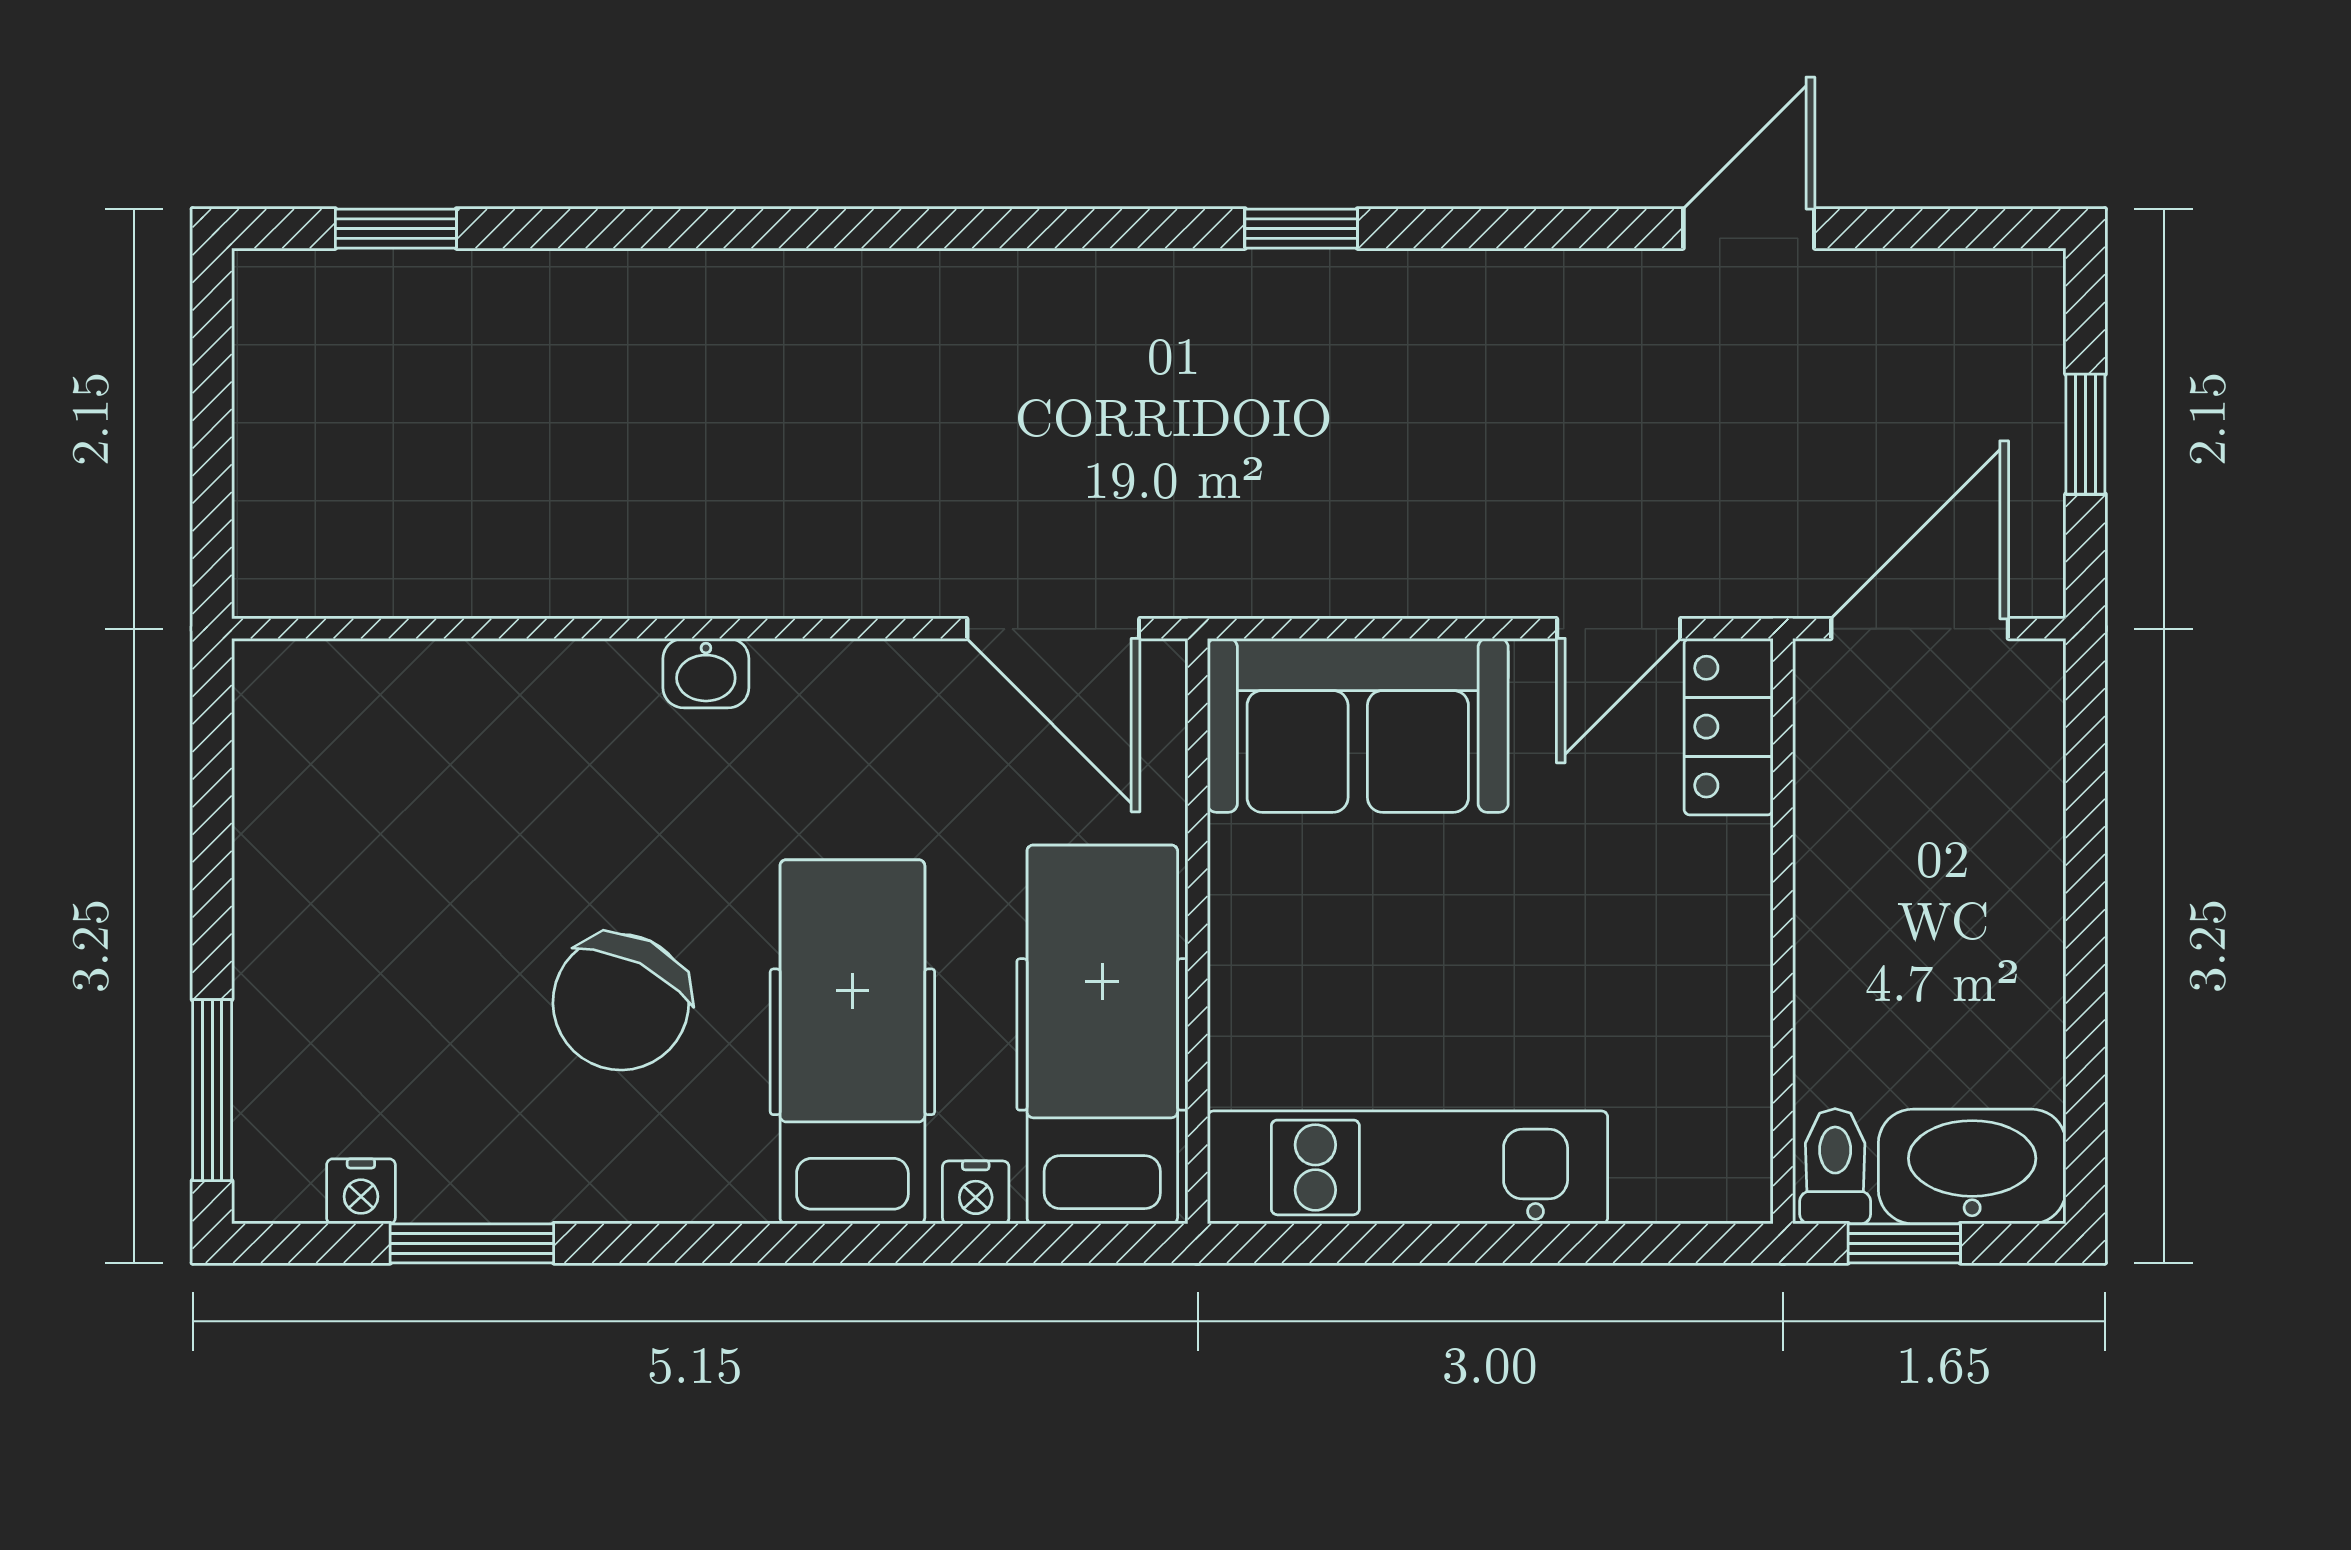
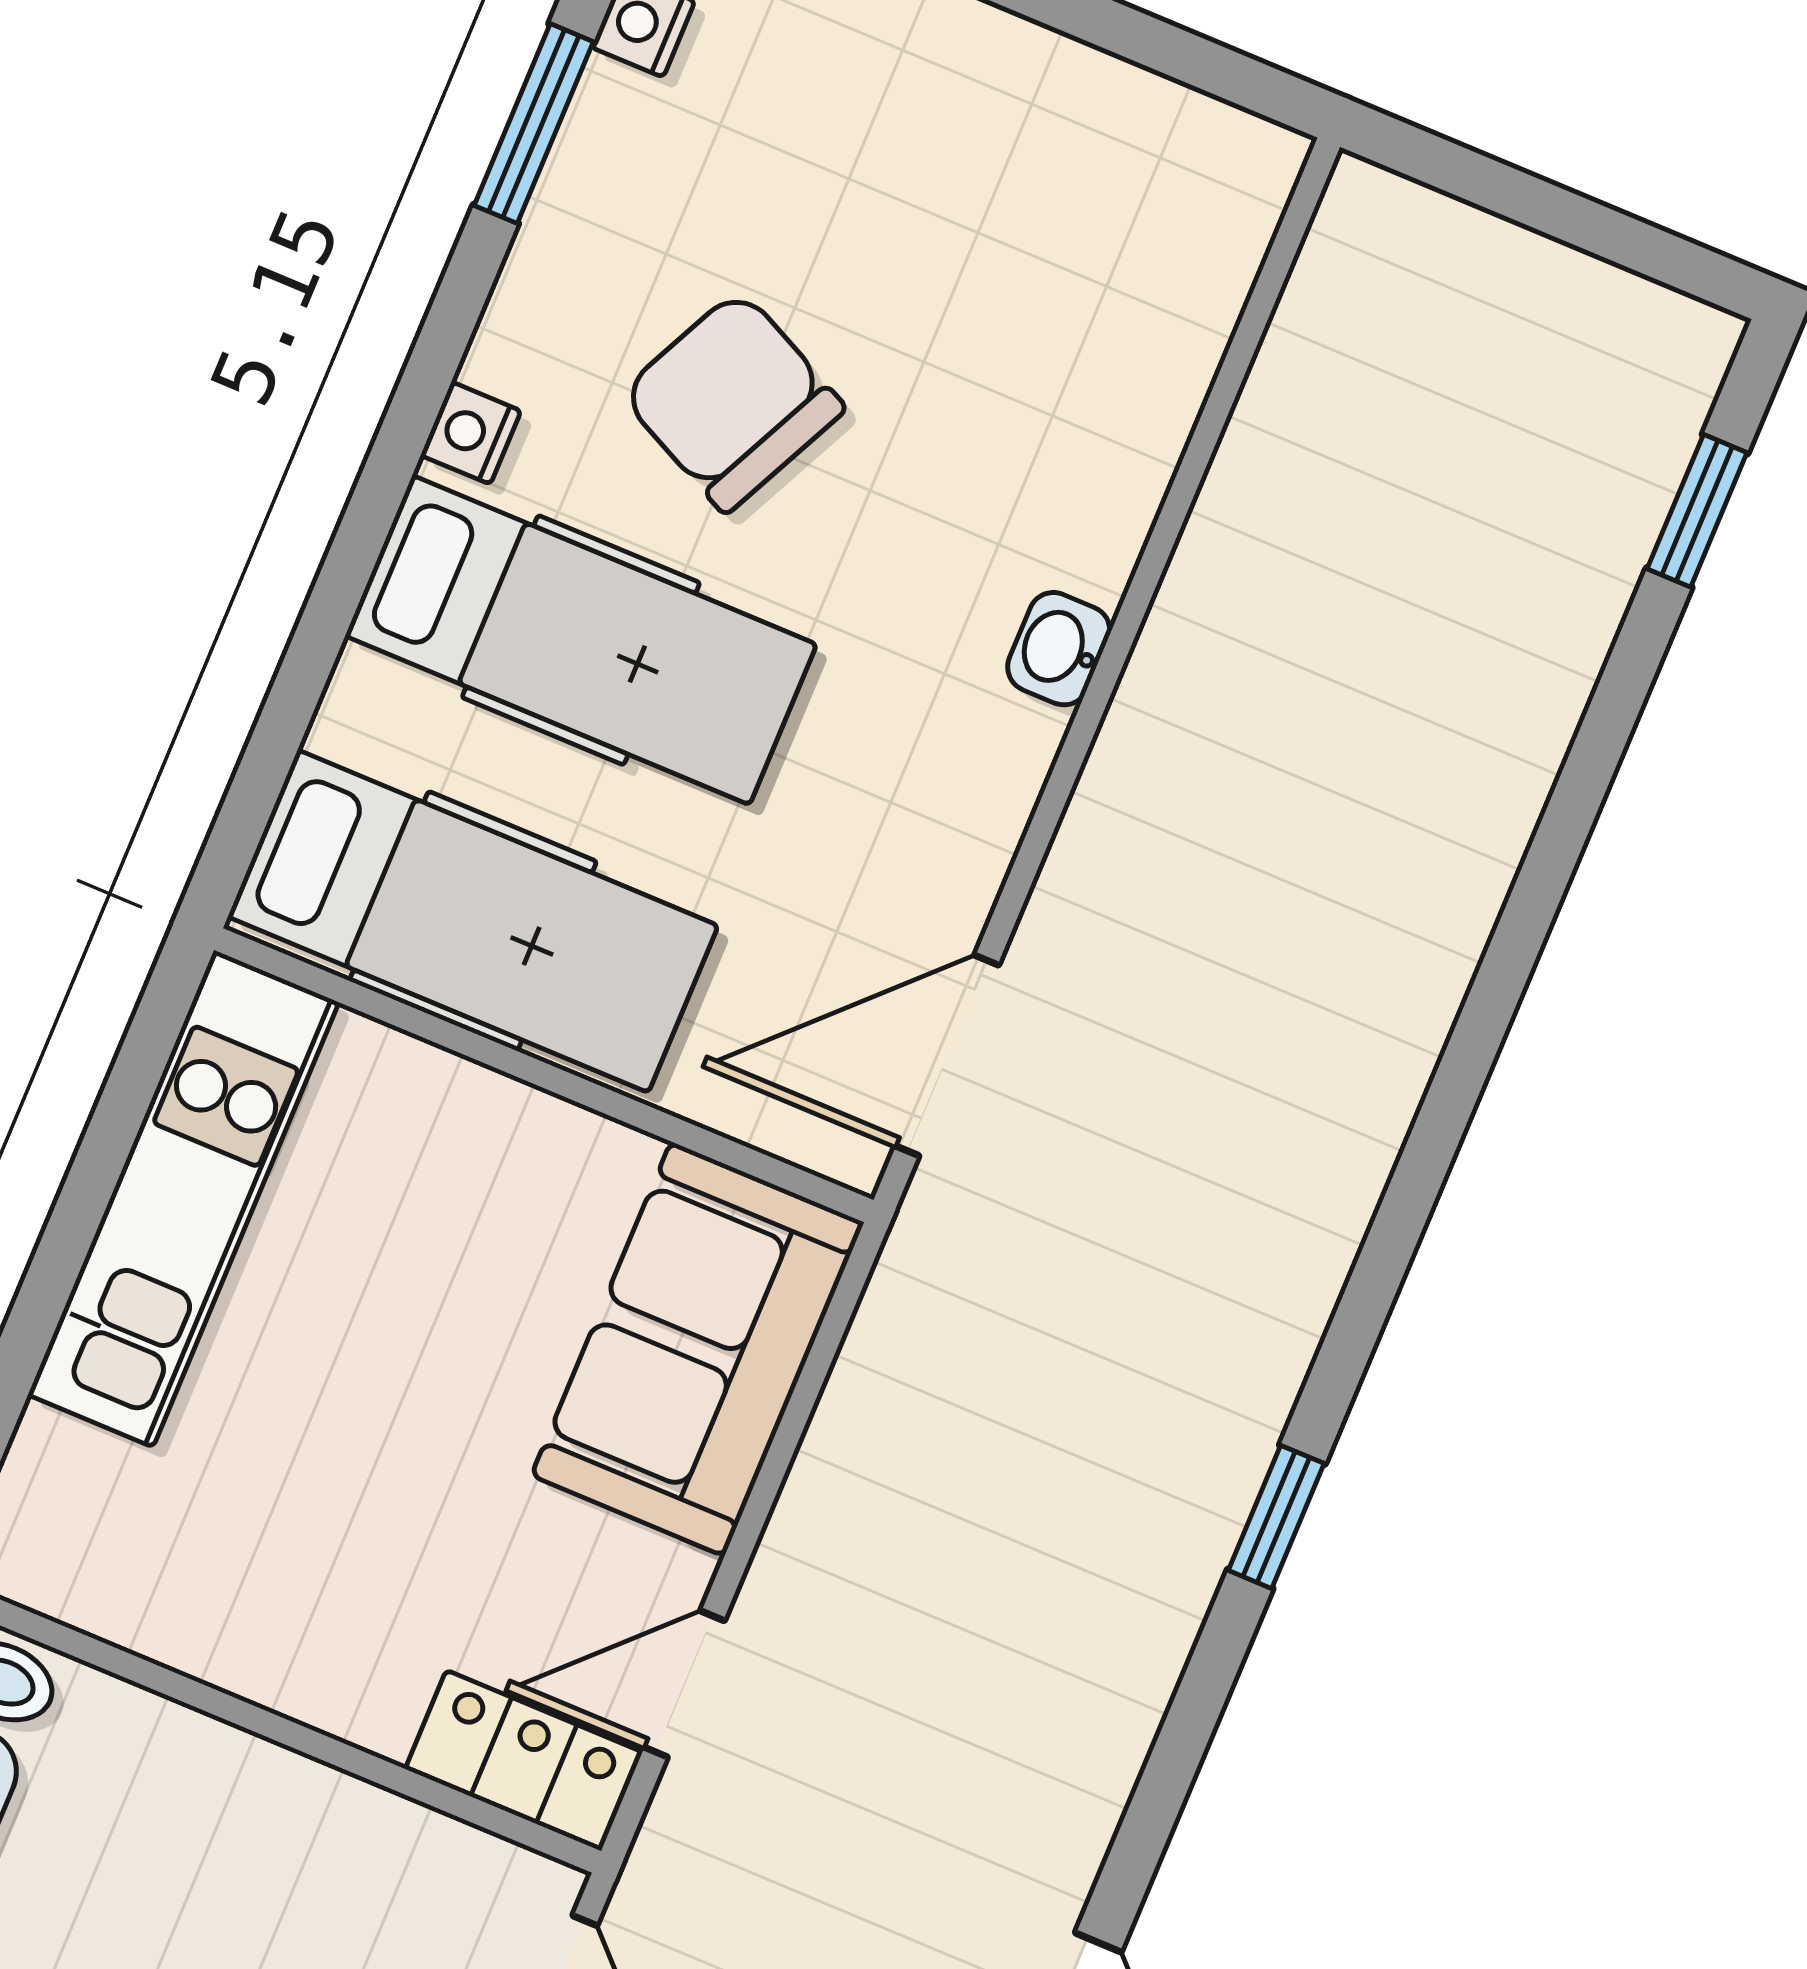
door: (1619, 629) -> (684, 1684), hinge flipped
nightstand: (976, 1192) -> (471, 433), moved

